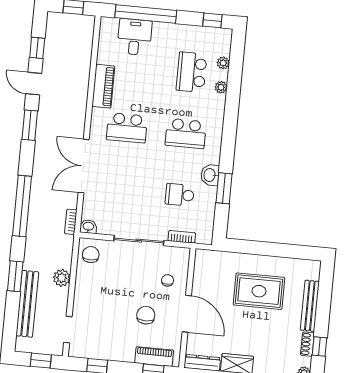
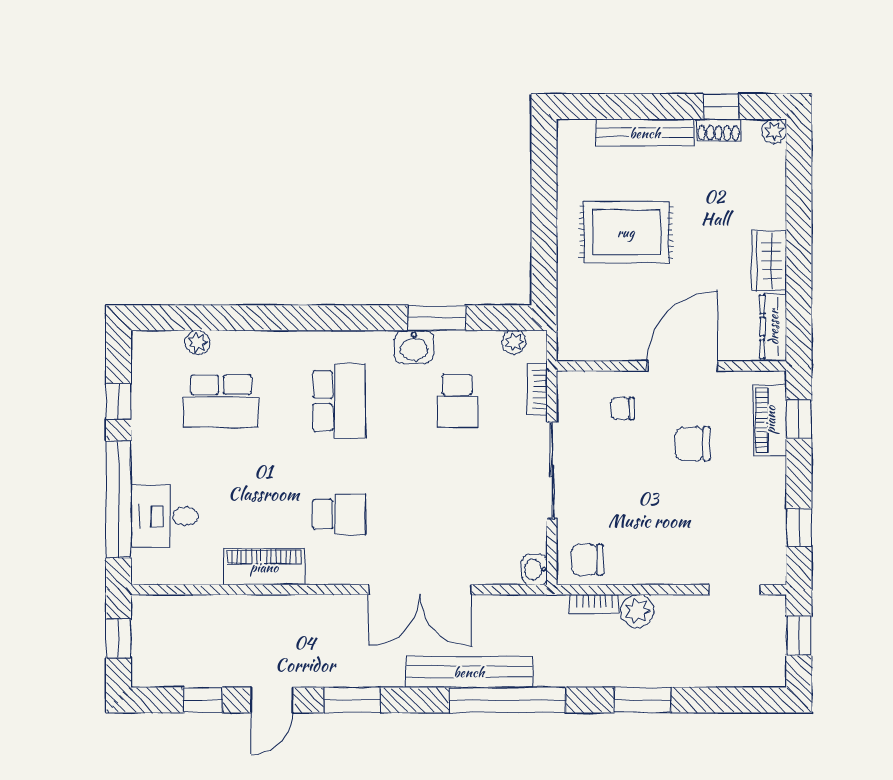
window: (212, 20) -> (118, 401), moved
plant: (221, 87) -> (514, 342), moved
school desk: (127, 128) -> (339, 514), width x0.54
bookcase: (71, 222) -> (594, 604), moved
rug: (259, 291) -> (626, 232), turned 90
bench: (27, 304) -> (469, 672), moved

